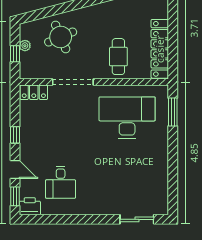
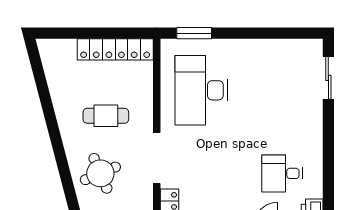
cafe table: (118, 57) -> (106, 116), moved
desk: (61, 182) -> (282, 173), turned 180

